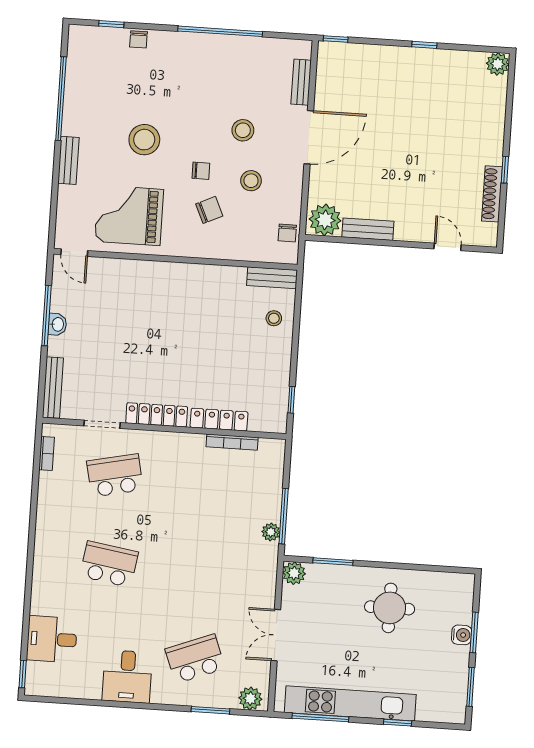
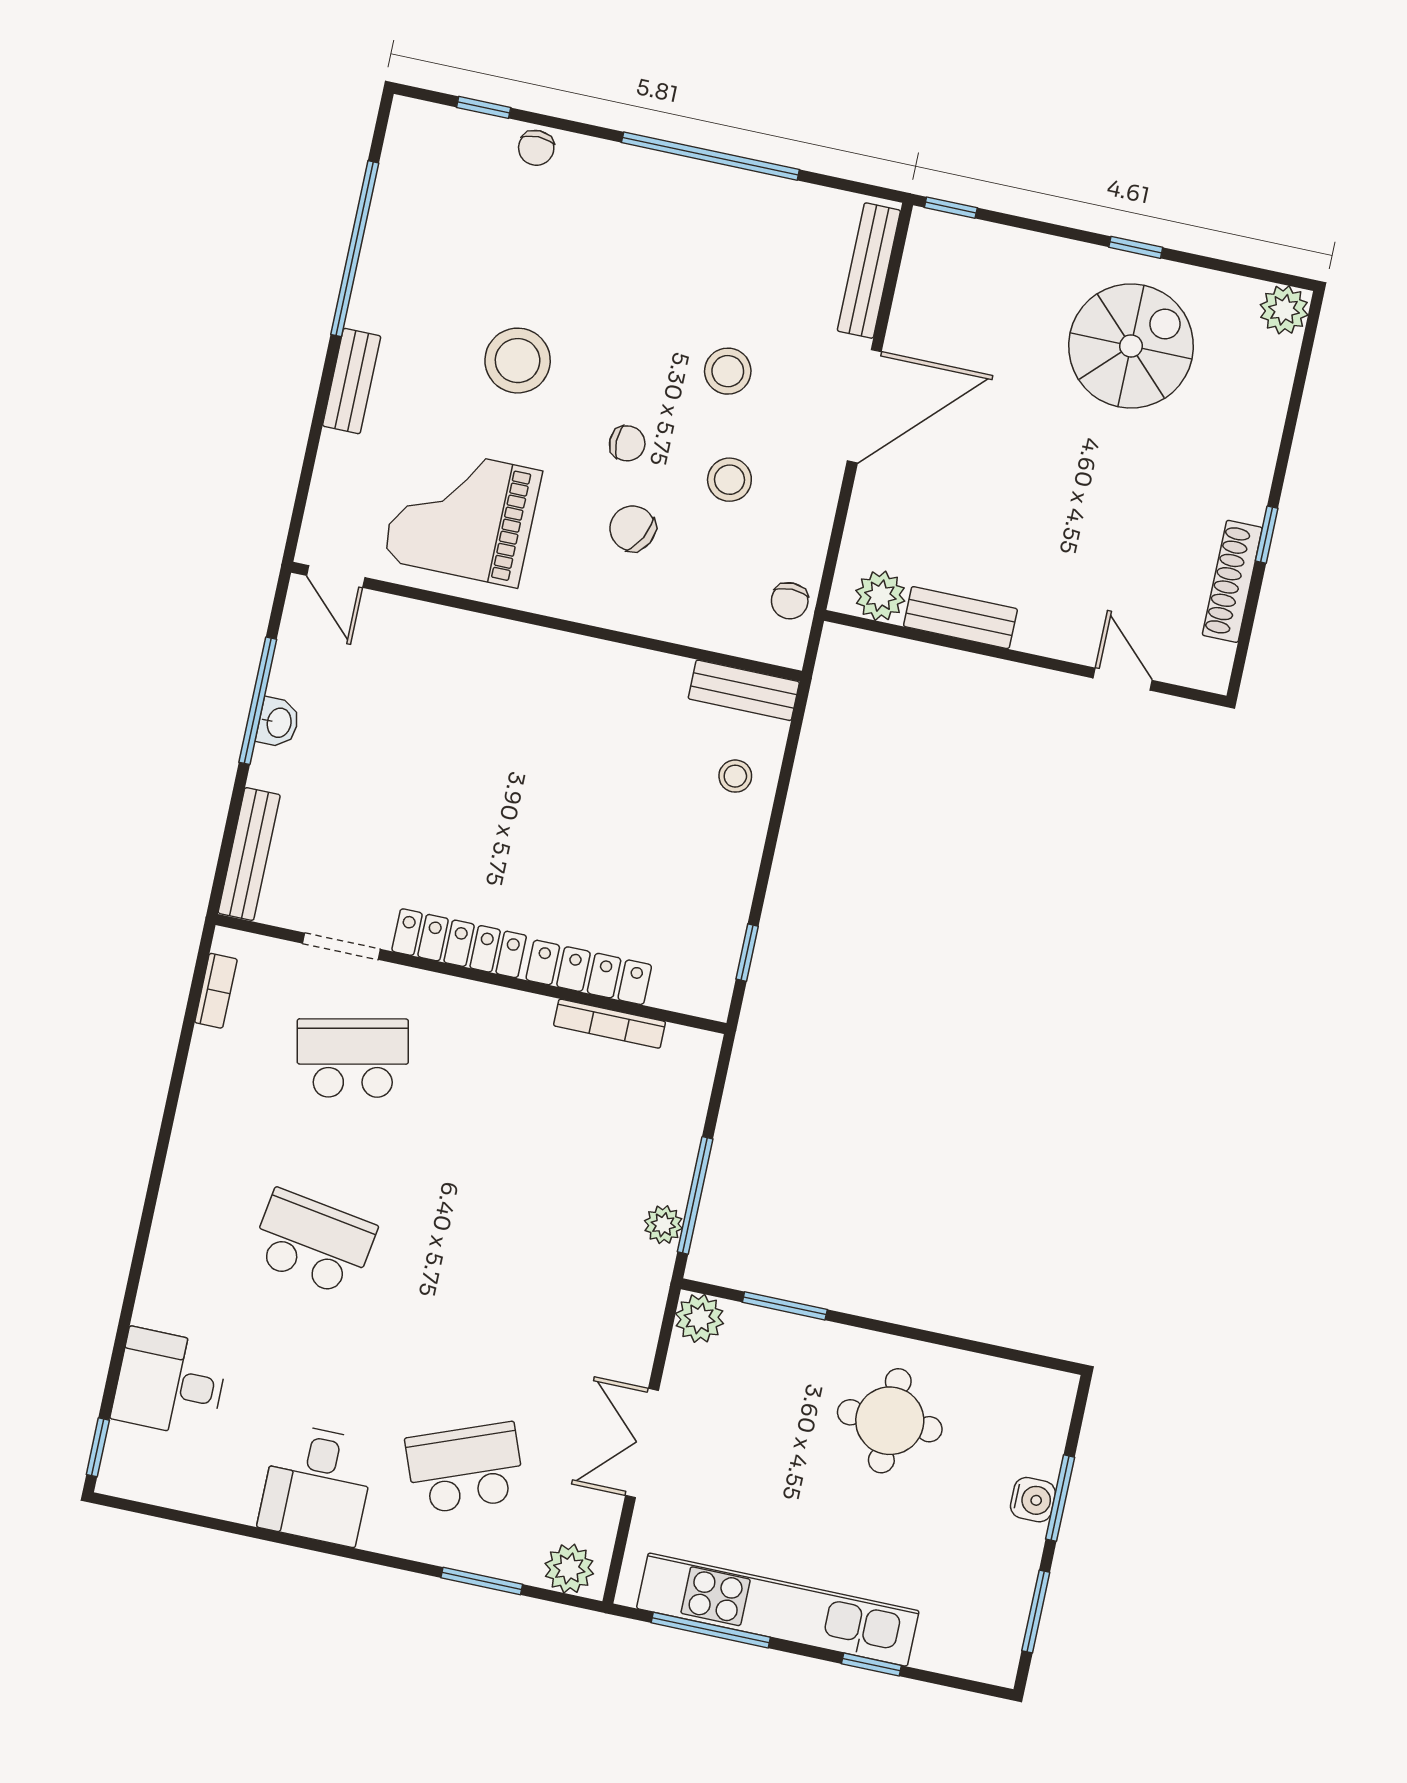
bench: (301, 82) -> (869, 271), width x1.36
spiral stairs: (429, 91) -> (1131, 346), added
chair: (209, 210) -> (633, 528), turned -127
plant: (325, 220) -> (880, 596), width x0.73, depth x0.73

